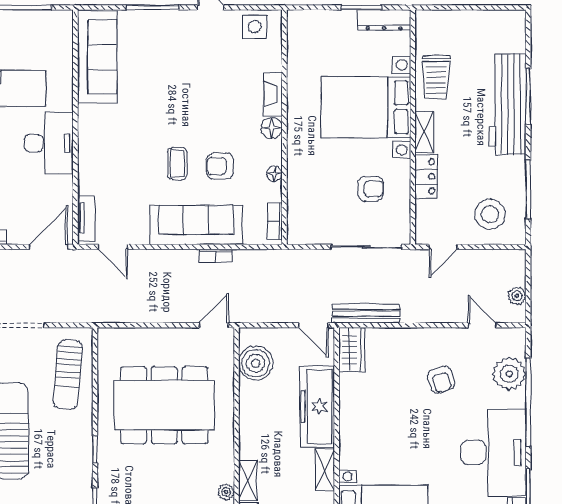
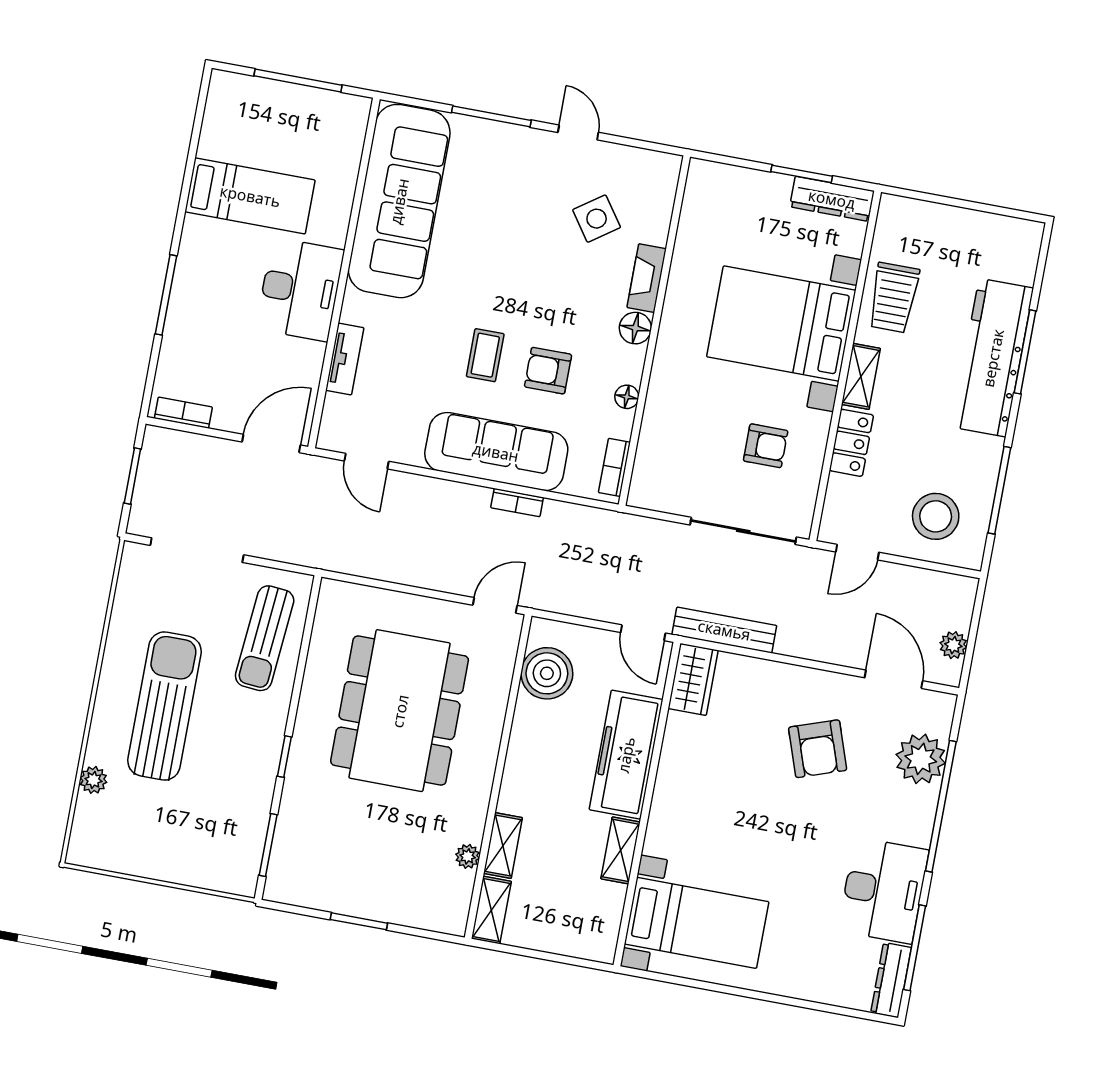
side table: (255, 27) -> (597, 219), moved, turned -35
sofa: (97, 57) -> (399, 201), width x1.36, depth x1.27
tv unit: (86, 218) -> (345, 359), moved
door: (482, 325) -> (894, 679), width x1.38
armchair: (441, 380) -> (818, 749), width x1.38, depth x1.38
dining table: (164, 405) -> (400, 711), turned 90
desk: (493, 452) -> (883, 890), width x0.73, depth x0.77

